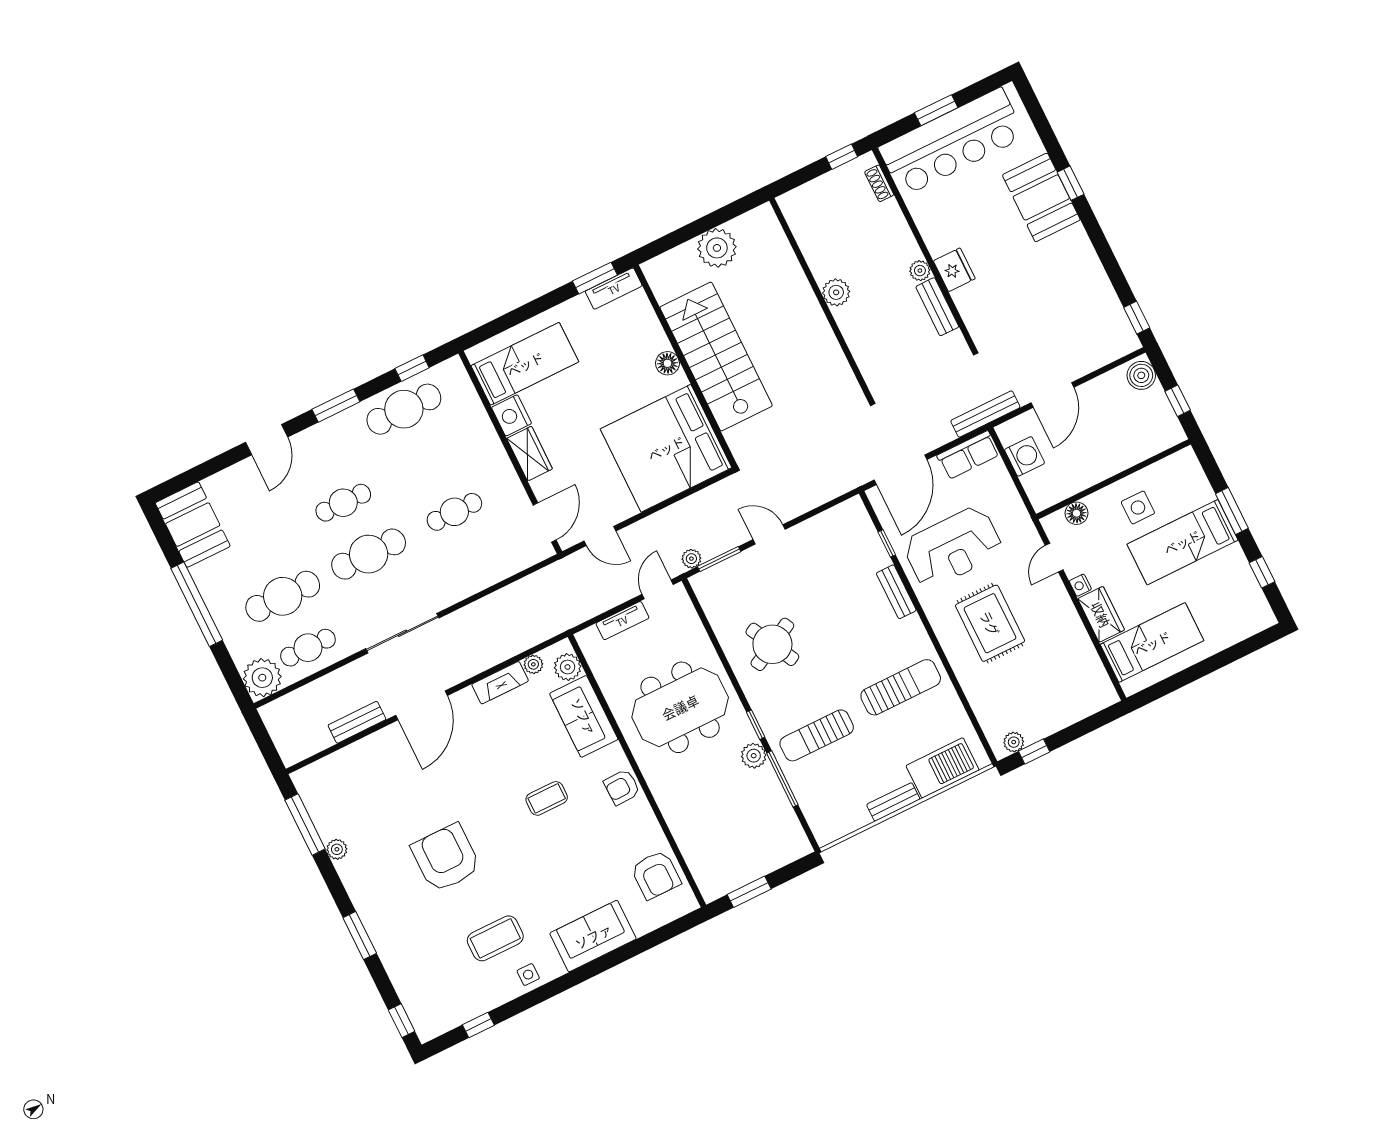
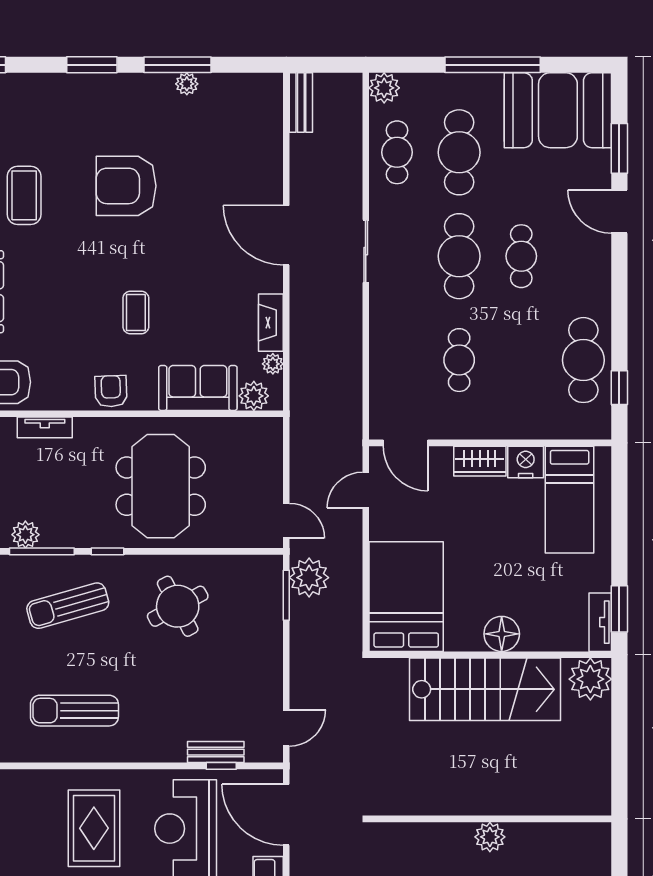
plant: (717, 248) -> (590, 679), moved
floor lamp: (667, 363) -> (502, 634), width x1.38, depth x1.38
window: (336, 406) -> (619, 148), moved
bed: (666, 448) -> (406, 597), width x0.73
booth: (193, 525) -> (558, 110), width x1.36, depth x1.42
door: (769, 534) -> (286, 728), moved
plant: (691, 559) -> (309, 578), width x1.87, depth x1.87
bench: (896, 592) -> (216, 752), moved
tv unit: (622, 621) -> (45, 427), moved, turned -90
rug: (990, 623) -> (94, 828), turned 90
sliding door: (402, 633) -> (366, 251), width x0.73
plant: (262, 678) -> (384, 88), width x0.73, depth x0.73
sun lounger: (901, 687) -> (74, 711), turned 90
bench: (357, 722) -> (301, 103), moved
sun lounger: (817, 735) -> (68, 606), turned -106
plant: (754, 756) -> (25, 535), moved
window: (305, 825) -> (178, 65), moved
armchair: (446, 858) -> (126, 186), turned 180

